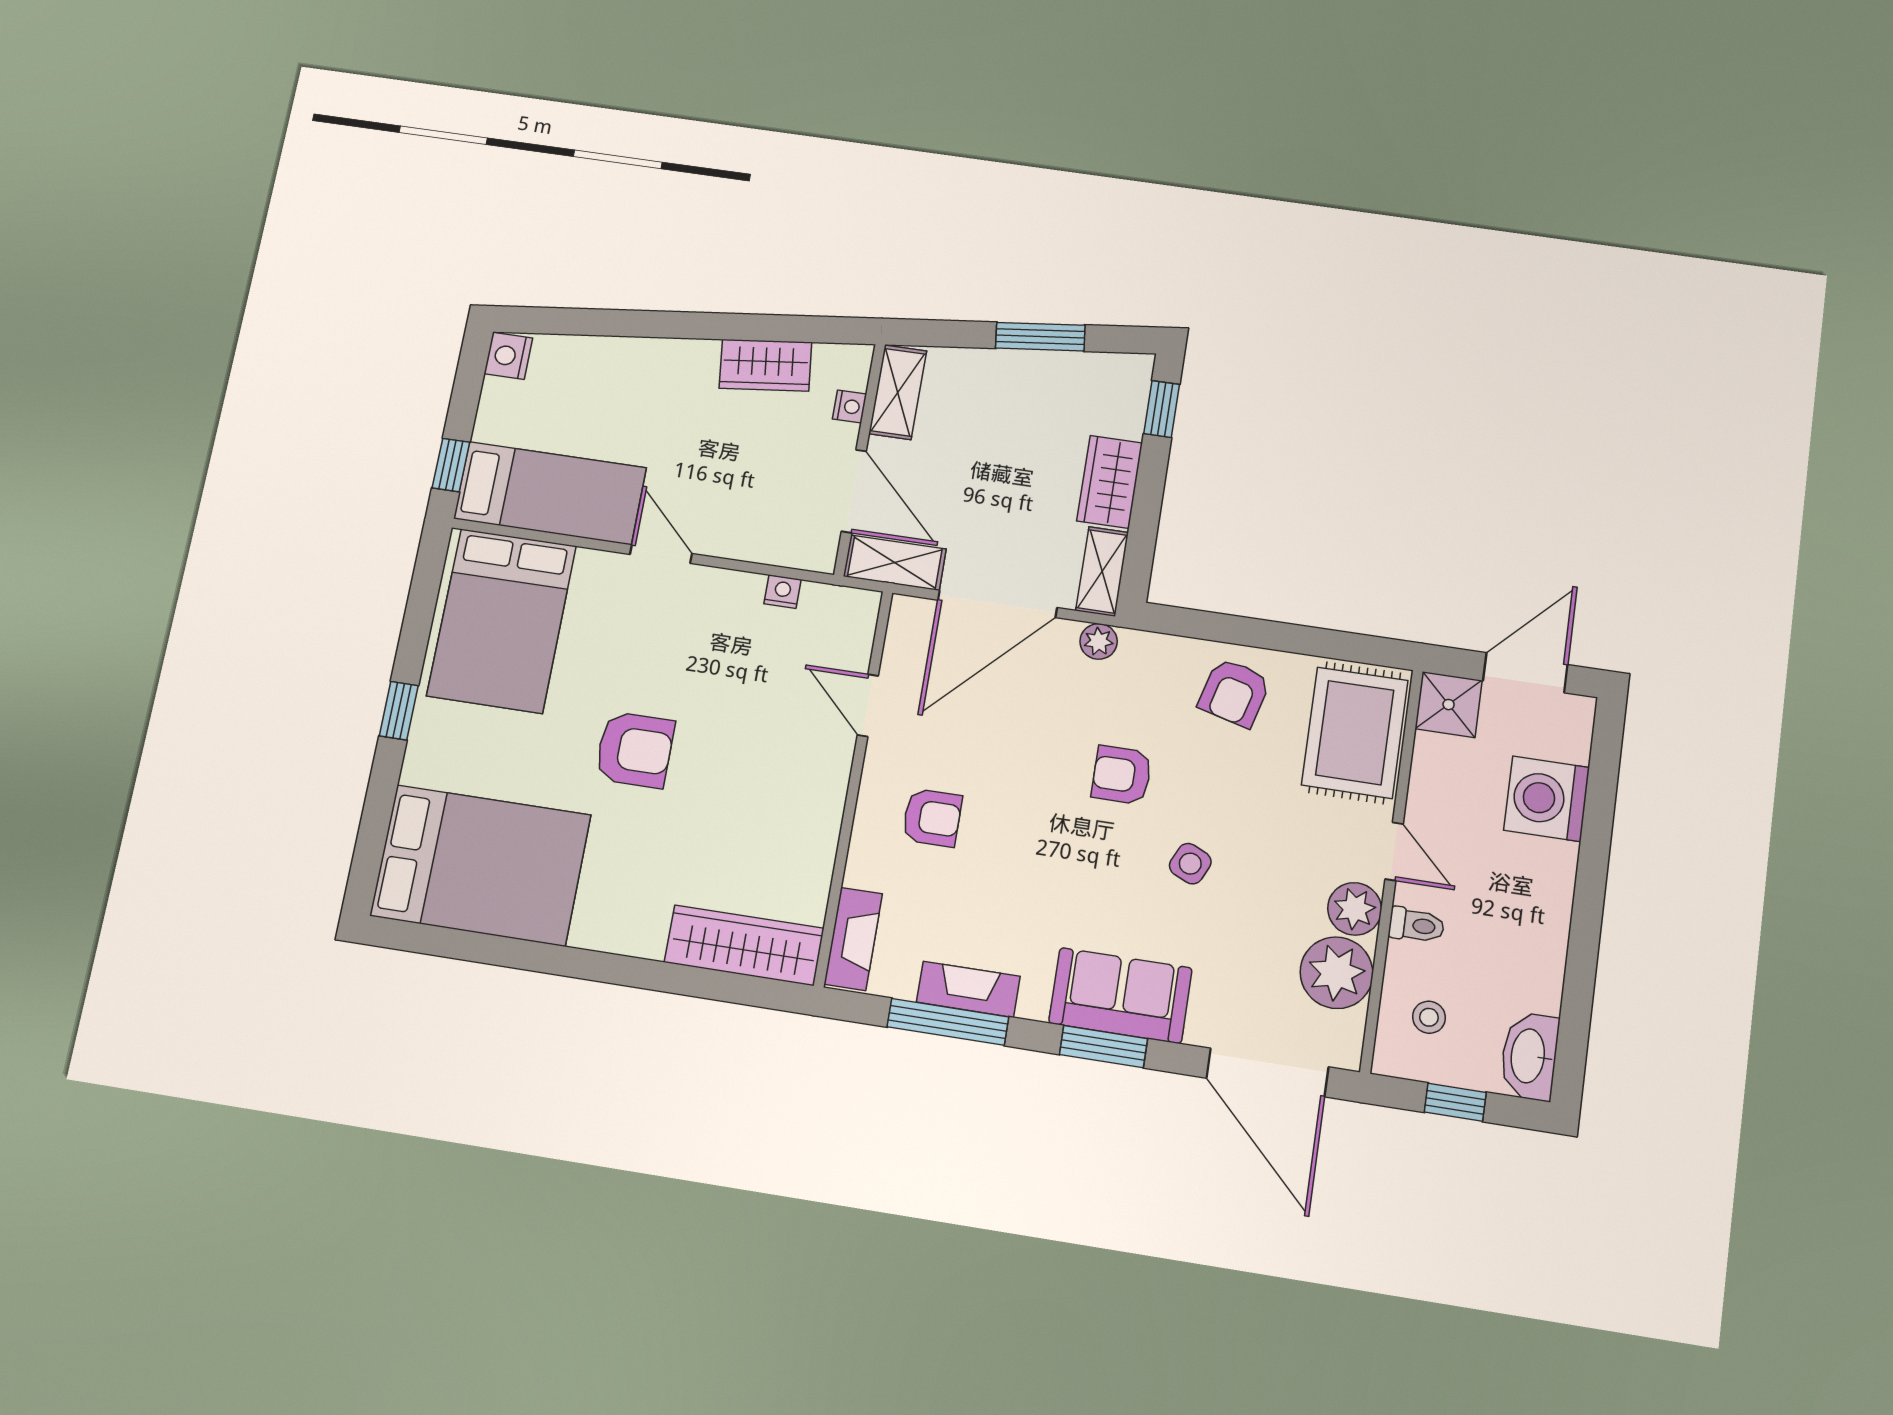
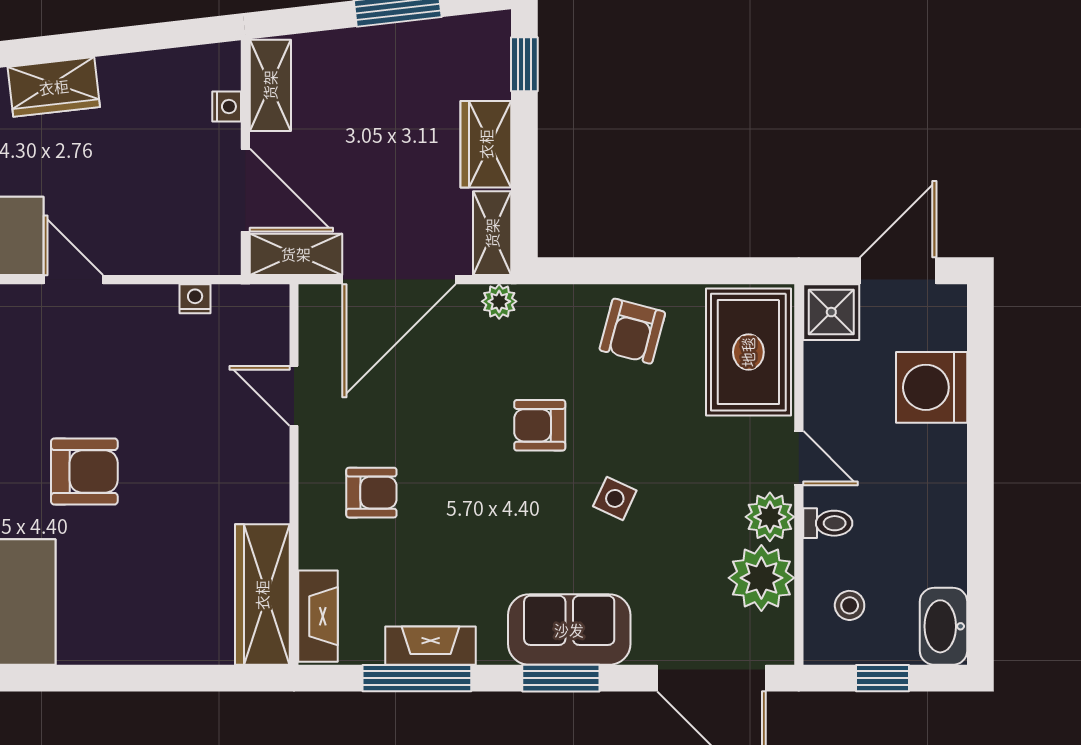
wardrobe: (765, 365) -> (54, 87), moved
wardrobe: (744, 945) -> (262, 595), moved, turned -90

